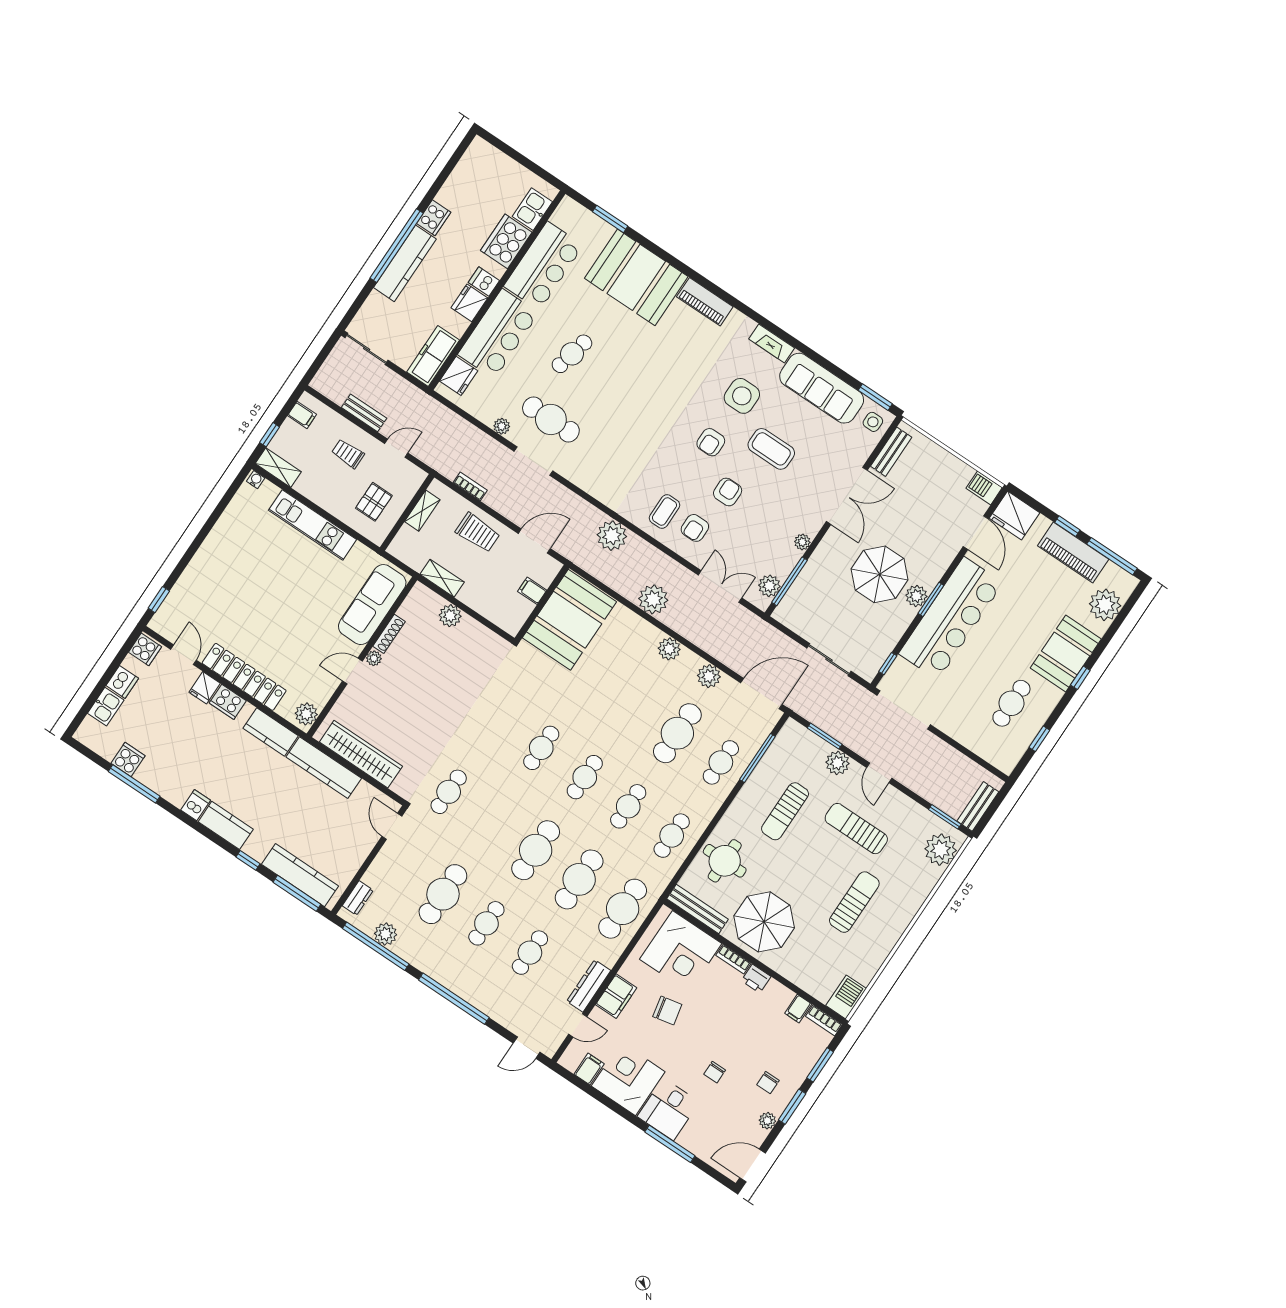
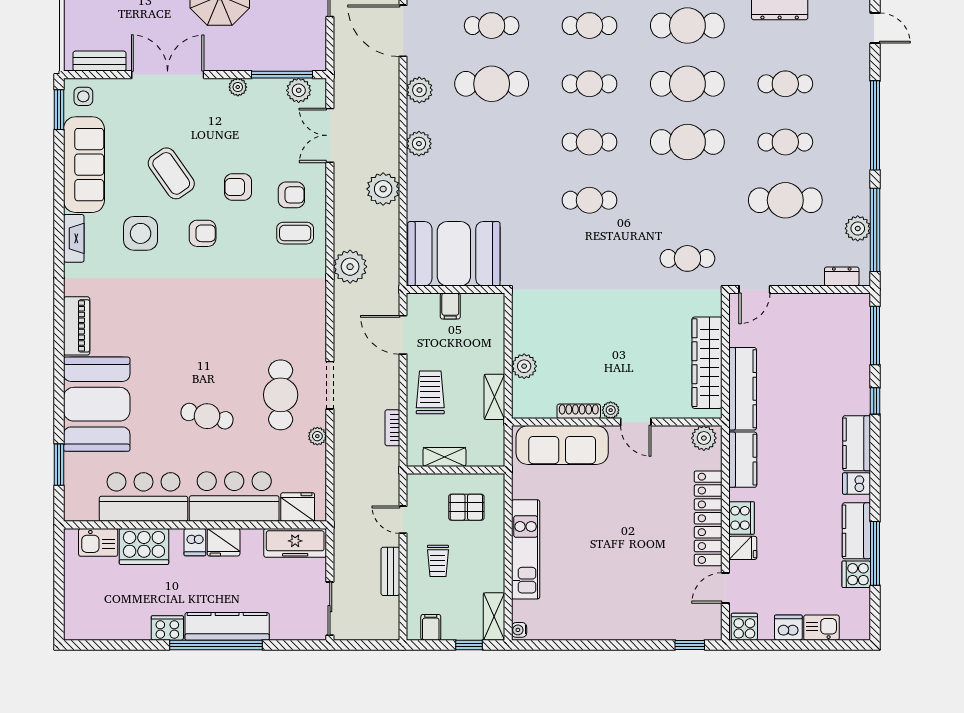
coffee table: (771, 449) -> (171, 173), turned -35
kitchen counter: (300, 875) -> (856, 531), moved, width x0.67

